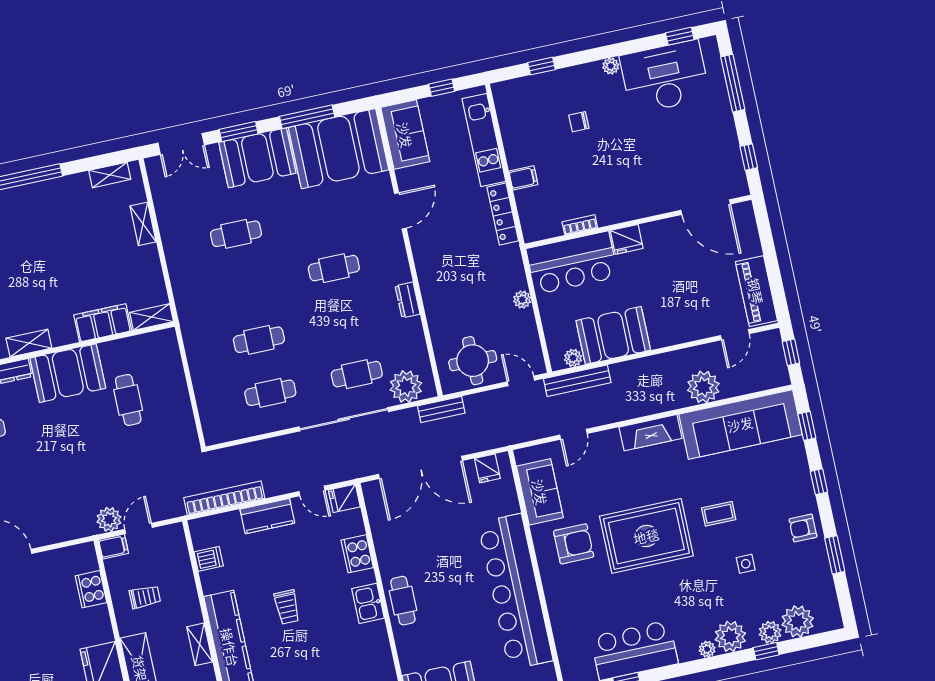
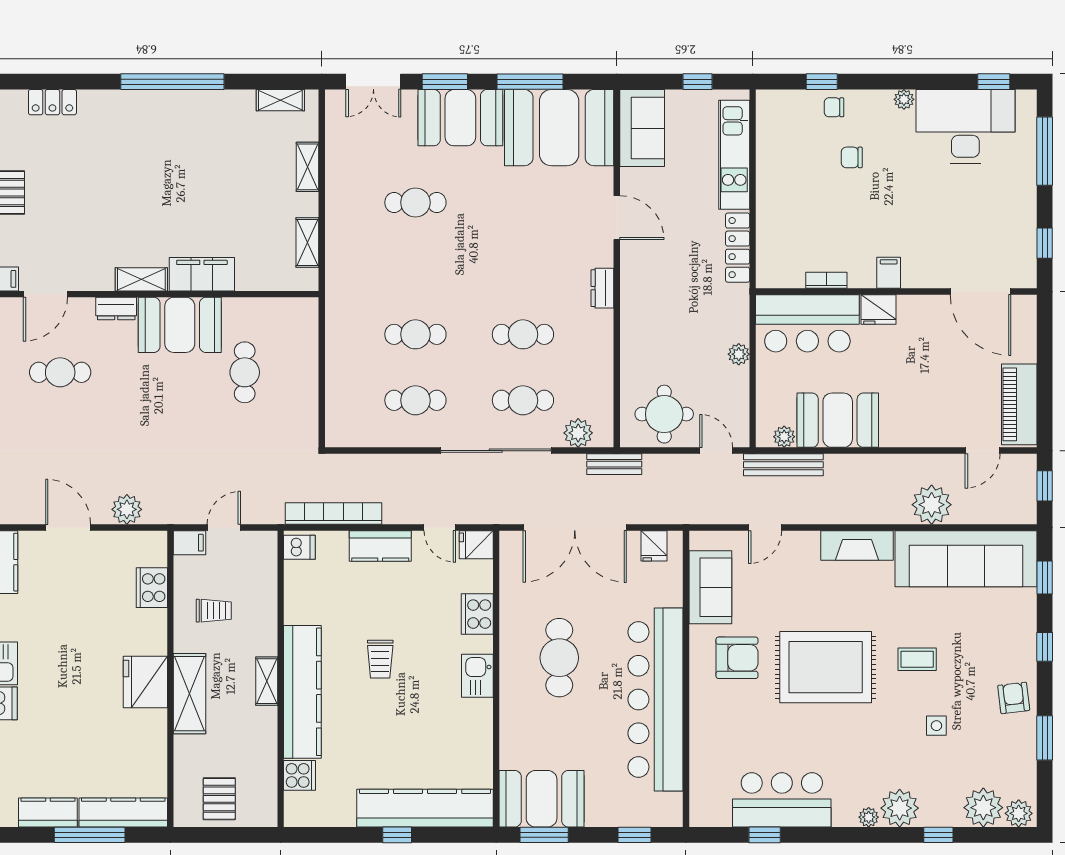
chair: (556, 84) -> (834, 107), added
filing cabinet: (523, 178) -> (889, 273), moved, turned -90
door: (400, 211) -> (617, 218), hinge flipped
cafe table: (334, 268) -> (523, 334), moved
dresser: (408, 300) -> (602, 288), moved
shelving: (152, 317) -> (307, 243), moved, turned 90
filing cabinet: (103, 323) -> (202, 274), moved
plant: (406, 387) -> (578, 433), width x0.73, depth x0.73
plant: (109, 519) -> (127, 509), moved
armchair: (803, 528) -> (1014, 698), turned 83
dishwasher: (209, 559) -> (299, 547), moved
cafe table: (403, 601) -> (559, 658), moved, width x1.37, depth x1.35
plant: (770, 632) -> (1019, 813), moved

